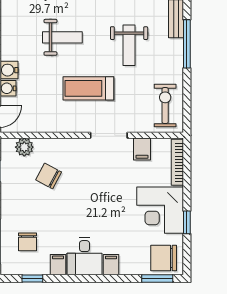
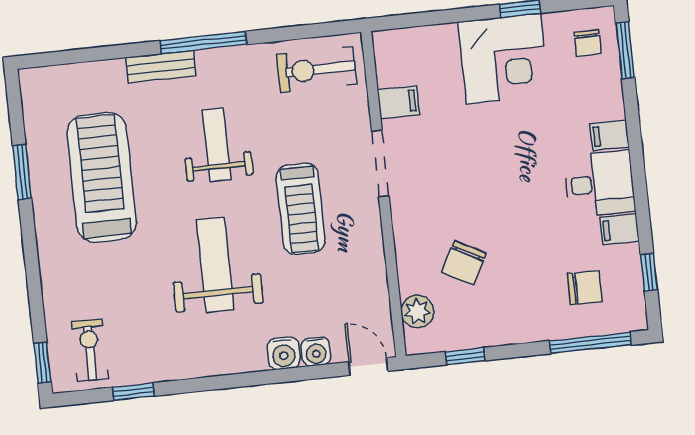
weight bench: (62, 37) -> (215, 265), width x1.36, depth x1.33
weight bench: (129, 45) -> (217, 145), turned -90
bookcase: (177, 162) -> (415, 37), removed
chair: (164, 258) -> (588, 43), width x0.54, depth x0.54

